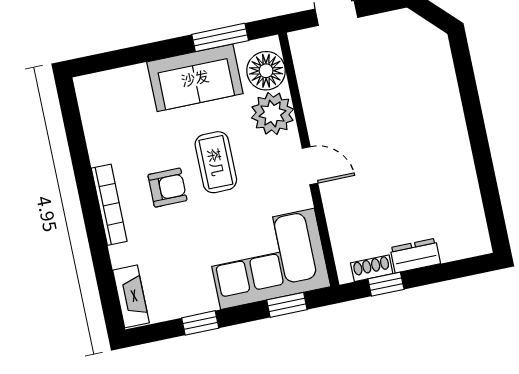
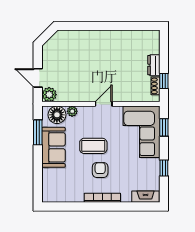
plant: (306, 45) -> (49, 95), added
plant: (273, 114) -> (72, 111), width x0.53, depth x0.53

